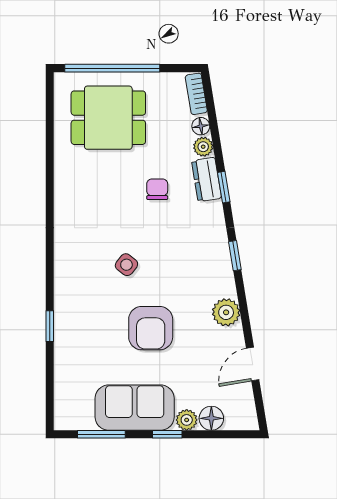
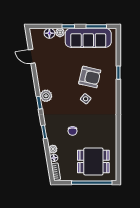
dresser: (206, 179) -> (51, 135), removed
plant: (226, 312) -> (46, 96), moved
armchair: (151, 328) -> (90, 77), moved, turned 103
door: (253, 364) -> (32, 56), swing flipped
sofa: (135, 408) -> (88, 38), width x1.36

